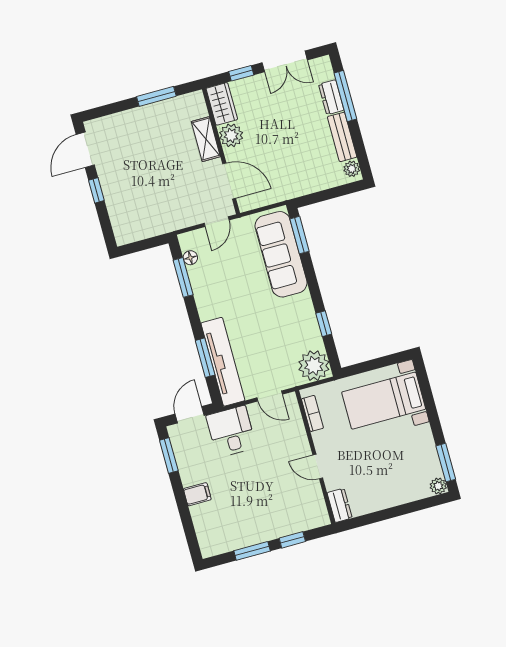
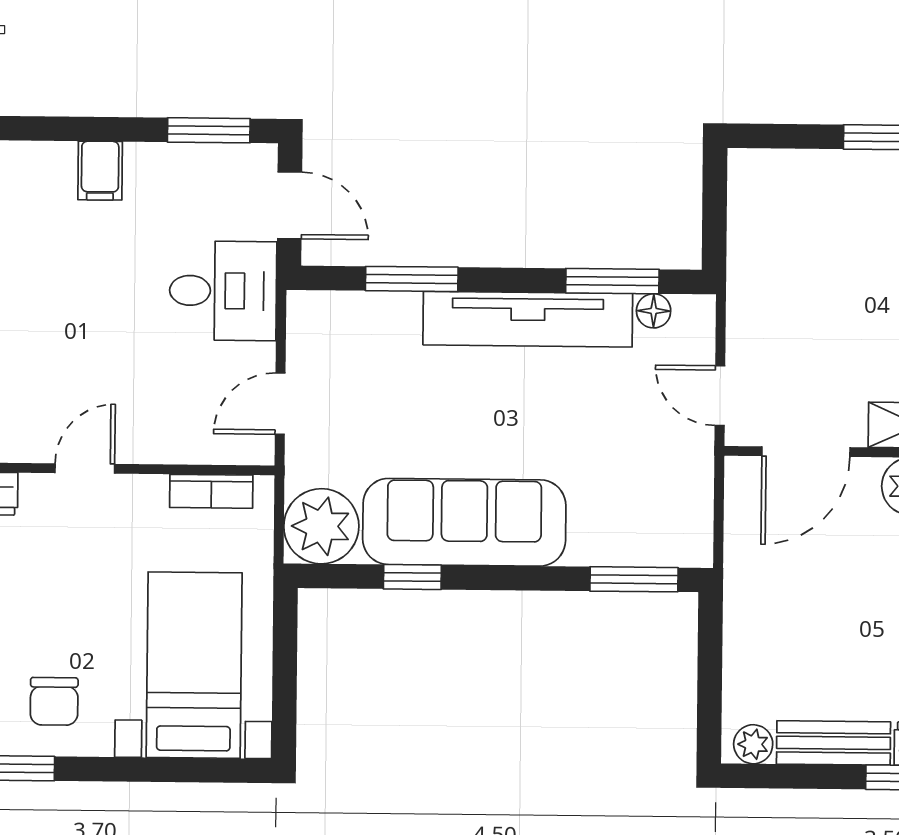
sofa: (281, 254) -> (464, 522), moved
tv unit: (223, 362) -> (528, 319), moved
chair: (414, 452) -> (54, 701), added

